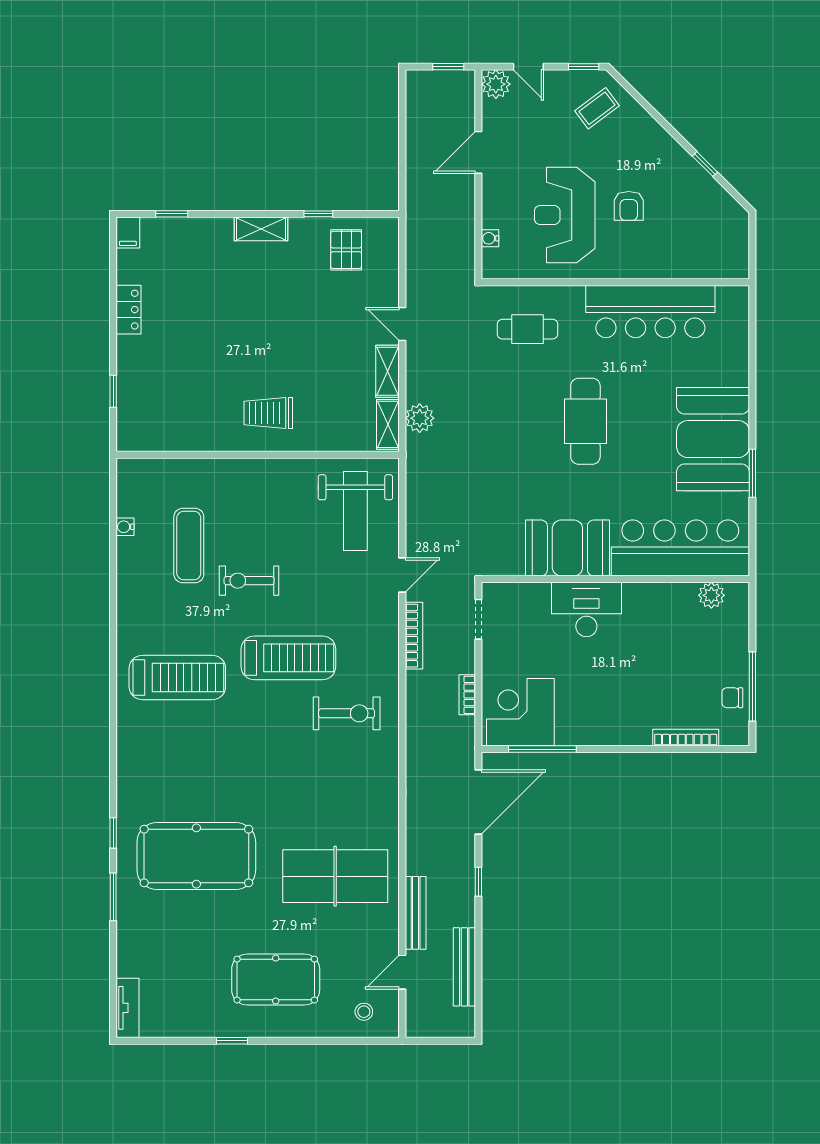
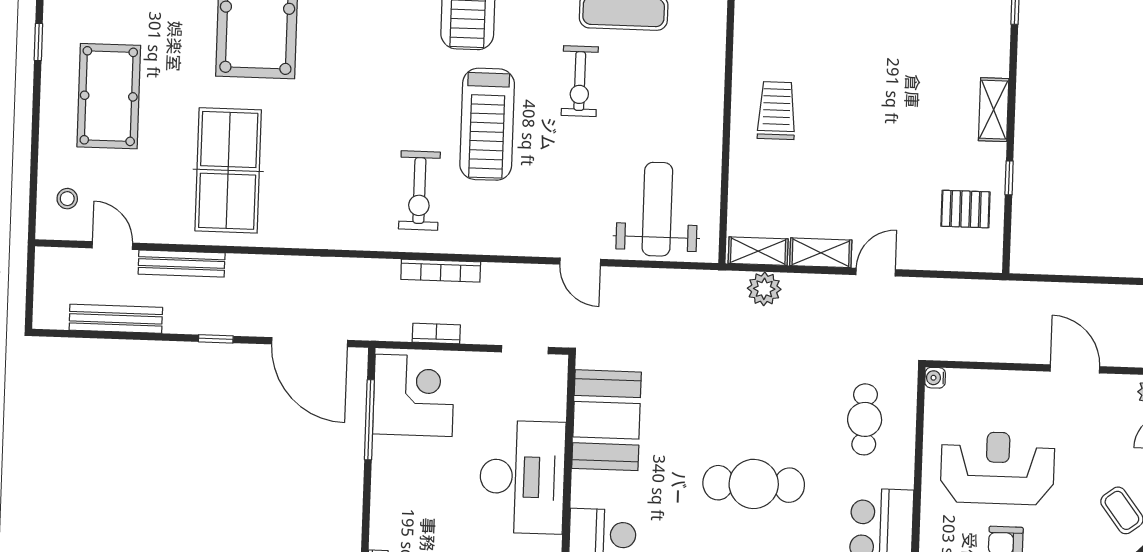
water cooler: (490, 238) -> (935, 378), moved, turned -90
weight bench: (355, 511) -> (657, 209), turned 90
booth: (567, 548) -> (606, 420), moved
exercise bike: (249, 581) -> (580, 81), turned 180
desk: (586, 609) -> (522, 477), width x1.36, depth x1.30
bookcase: (414, 636) -> (441, 271), moved

